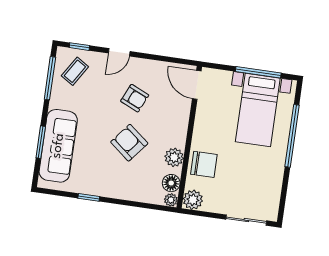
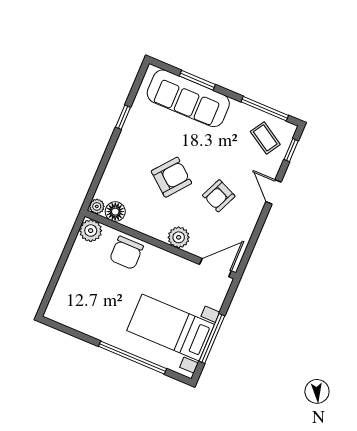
plant: (174, 157) -> (179, 237), moved
sliding door: (246, 220) -> (53, 283), removed

